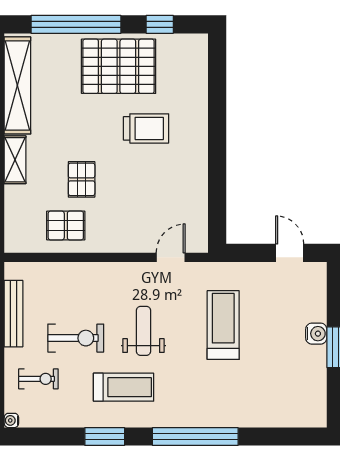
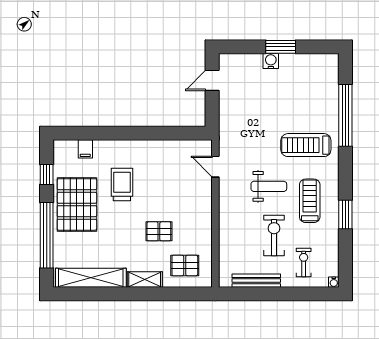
filing cabinet: (195, 78) -> (85, 149), added
pallet: (66, 225) -> (185, 265), moved, turned 90
treadmill: (223, 325) -> (306, 145), moved
weight bench: (143, 331) -> (269, 186), turned 180
window: (195, 437) -> (345, 115), moved

